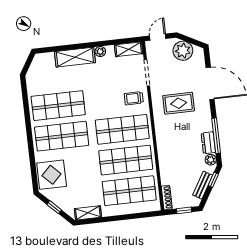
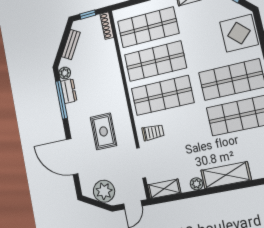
rug: (179, 103) -> (103, 131), turned 90
window: (213, 180) -> (60, 52), removed

